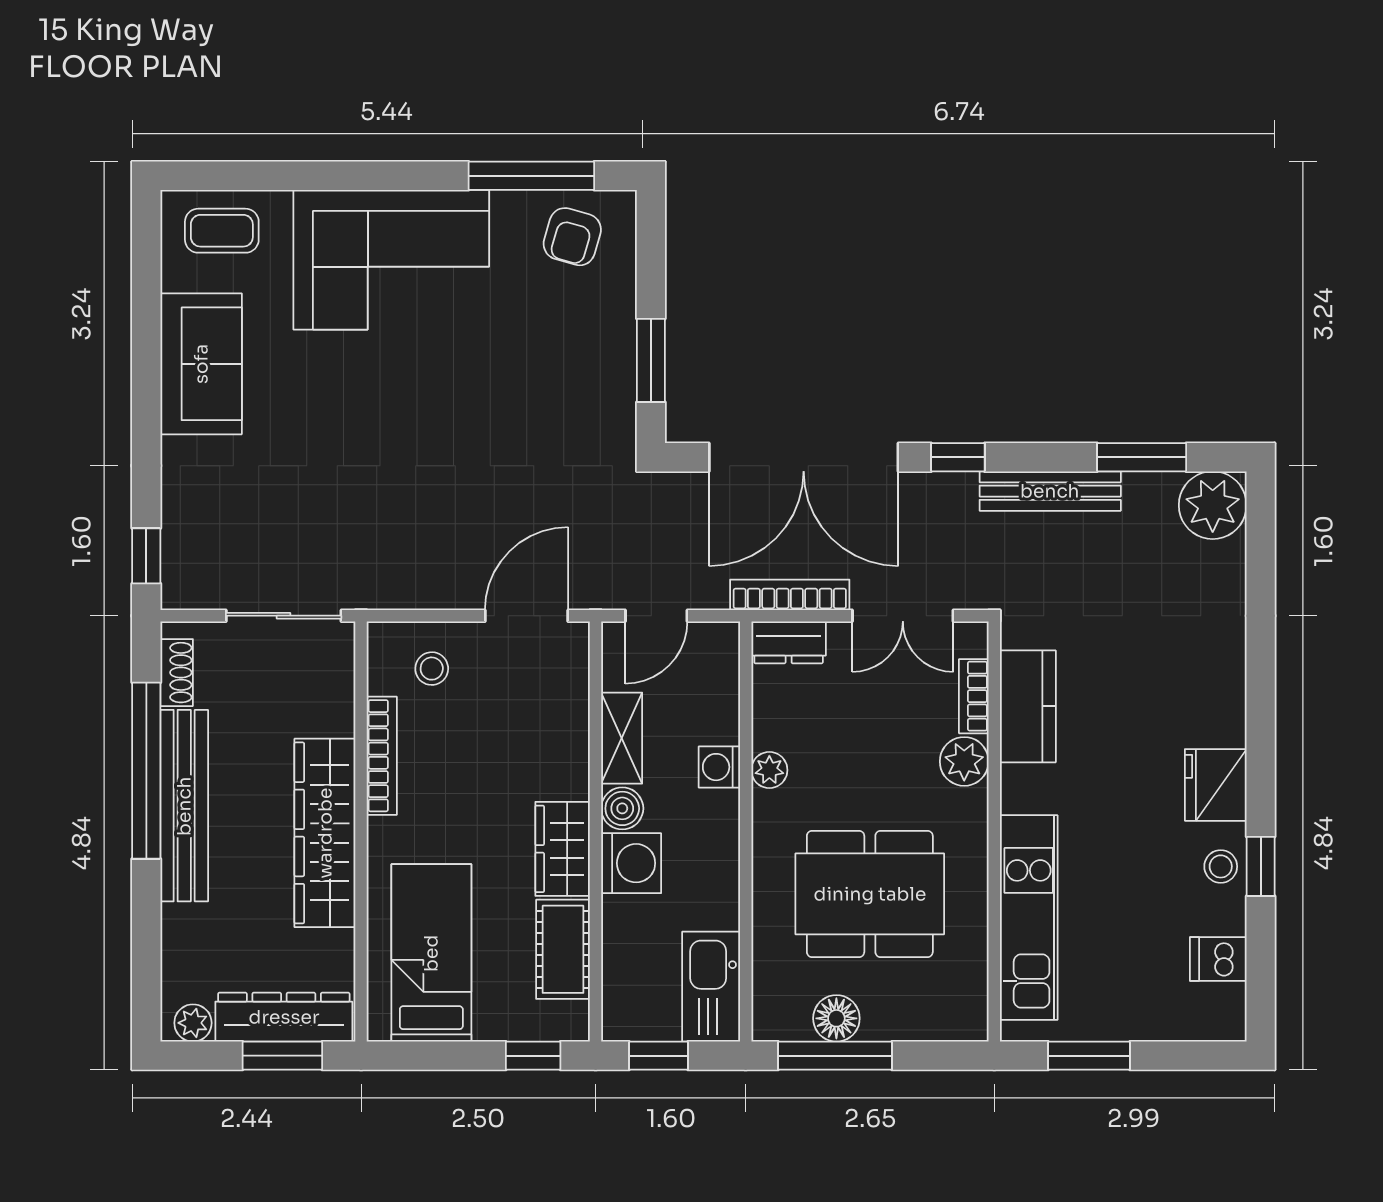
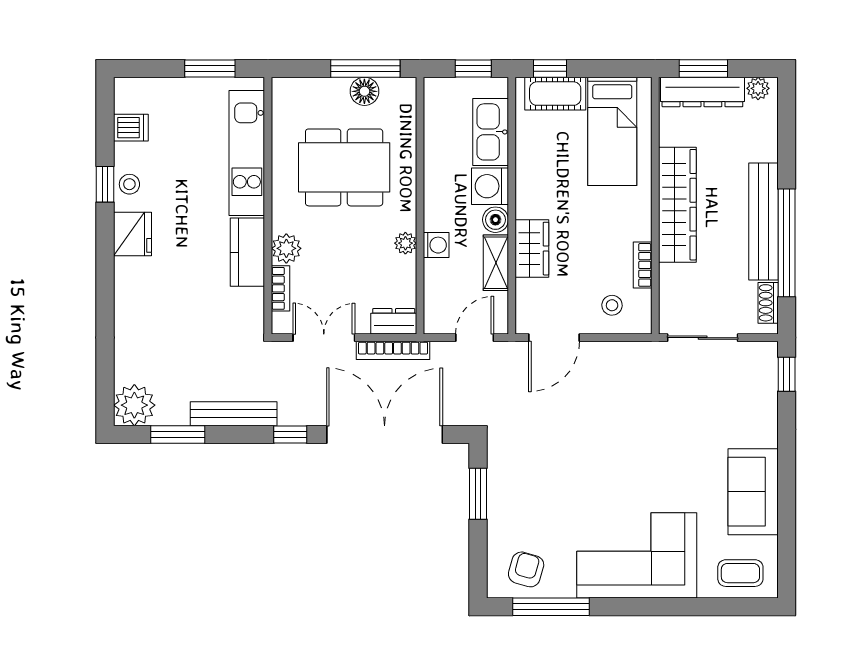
kitchen counter: (1028, 706) -> (247, 252), moved
bookcase: (382, 756) -> (643, 265), width x0.64
wardrobe: (563, 849) -> (532, 249), moved
cot: (563, 949) -> (555, 94), moved, turned 90
kitchen sink: (711, 987) -> (491, 132), moved, turned 180

